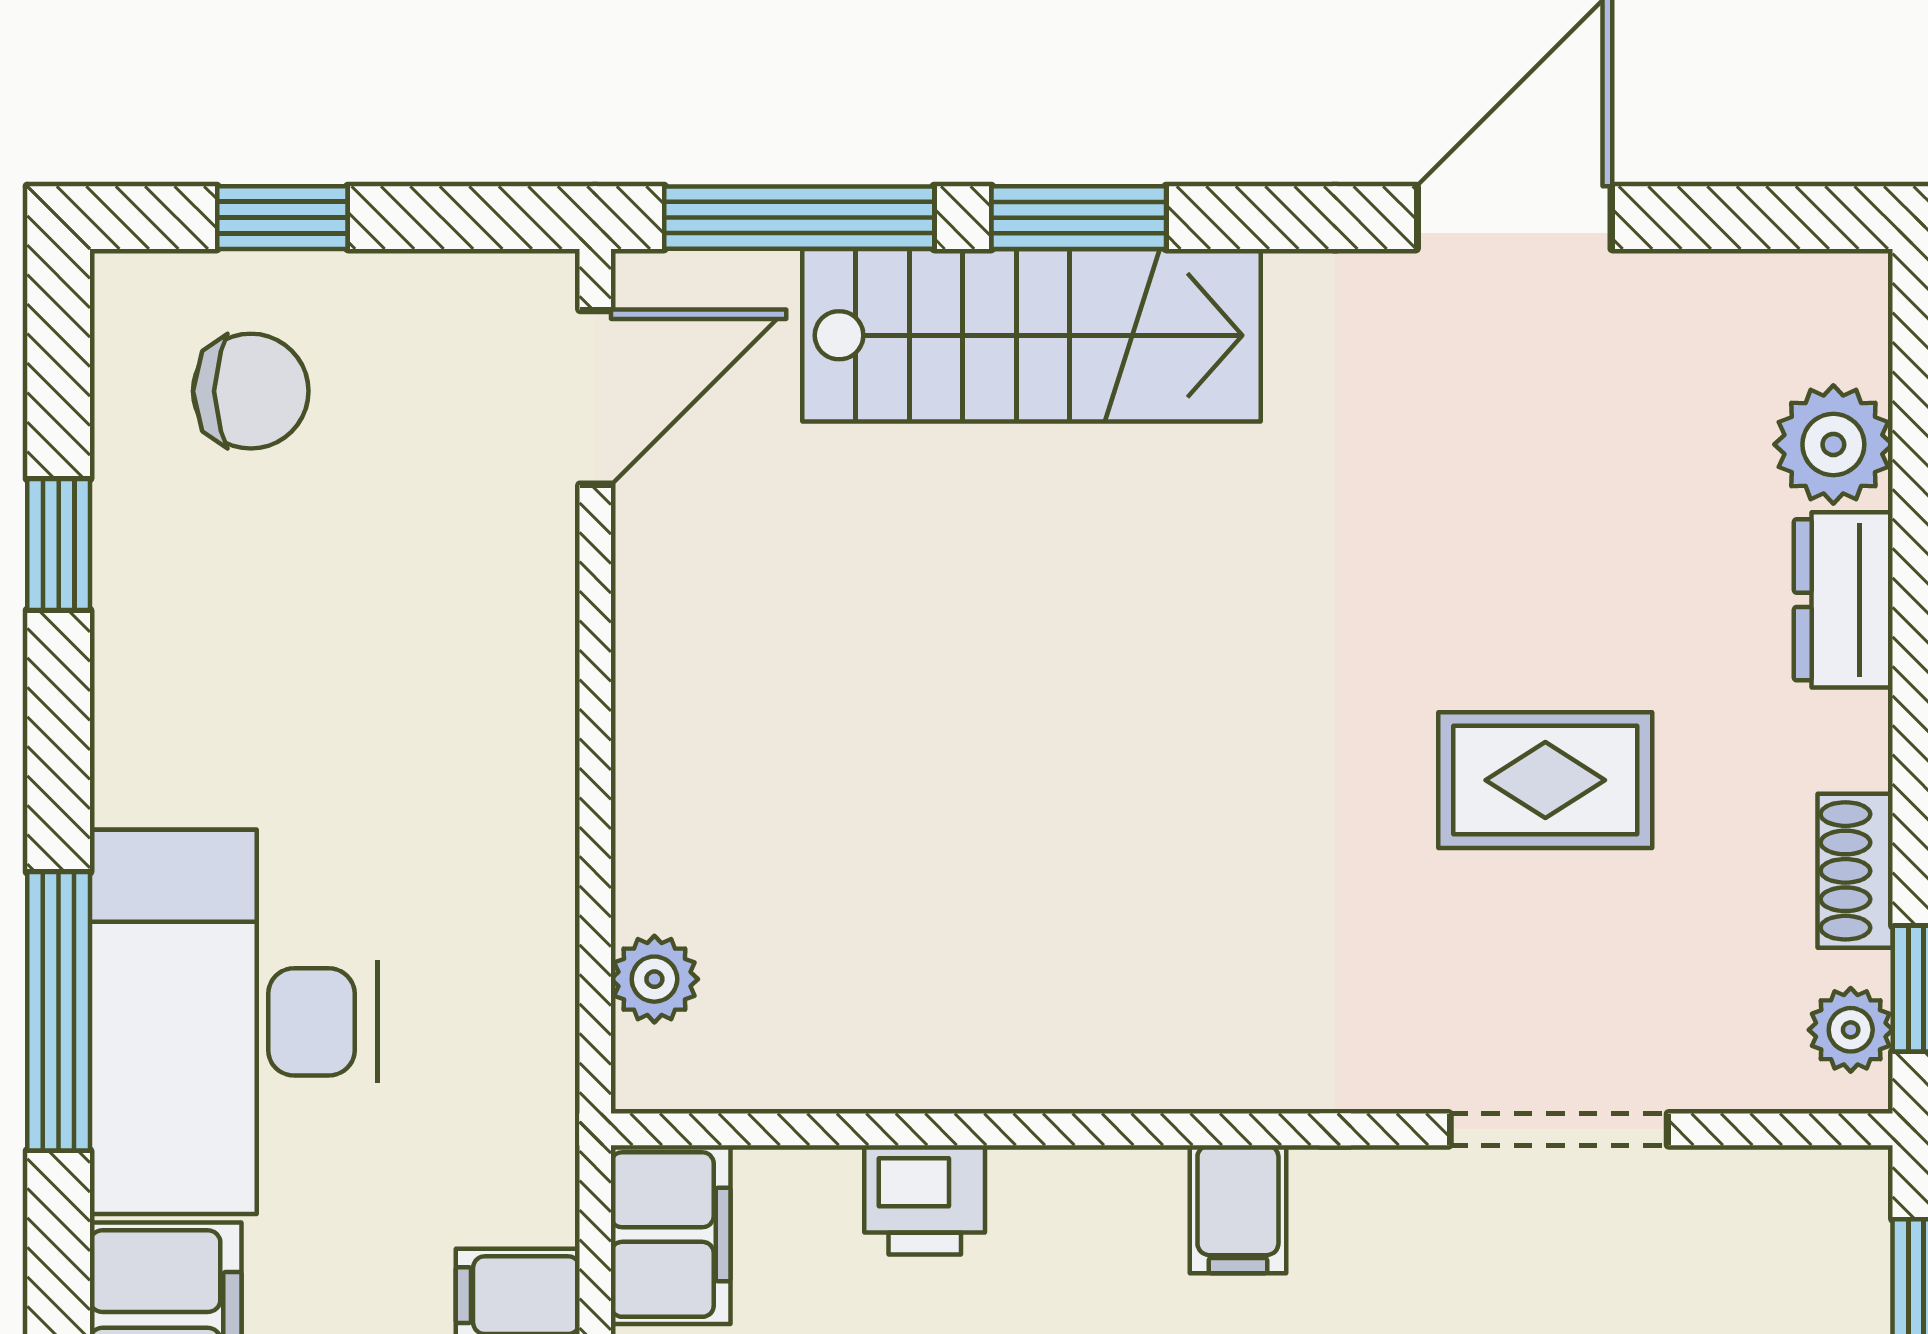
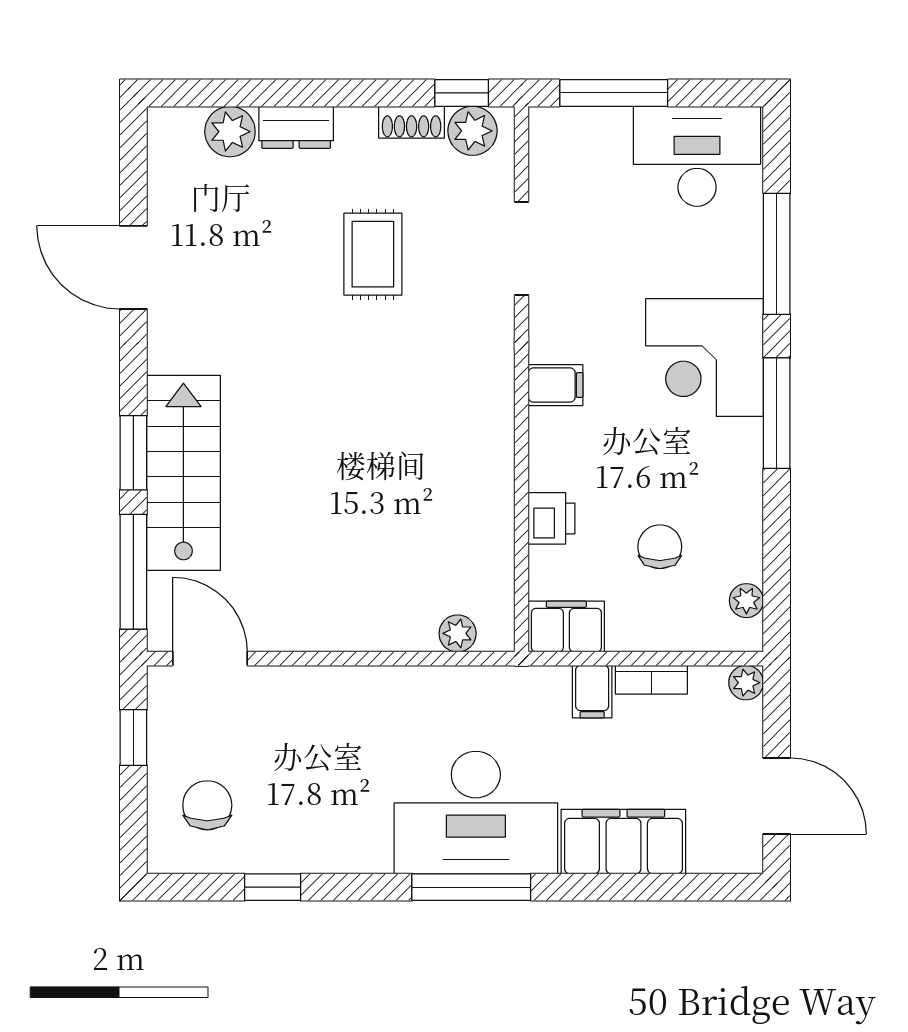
window: (282, 218) -> (133, 737), moved
plant: (1851, 1030) -> (472, 131), width x1.38, depth x1.38

